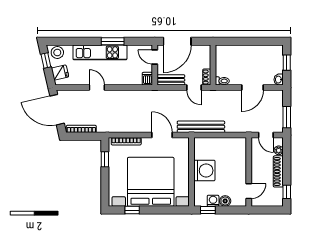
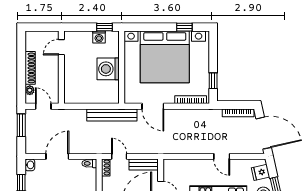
dishwasher: (147, 79) -> (168, 166), removed
window: (287, 192) -> (21, 46), removed
boiler: (225, 201) -> (86, 37), removed

